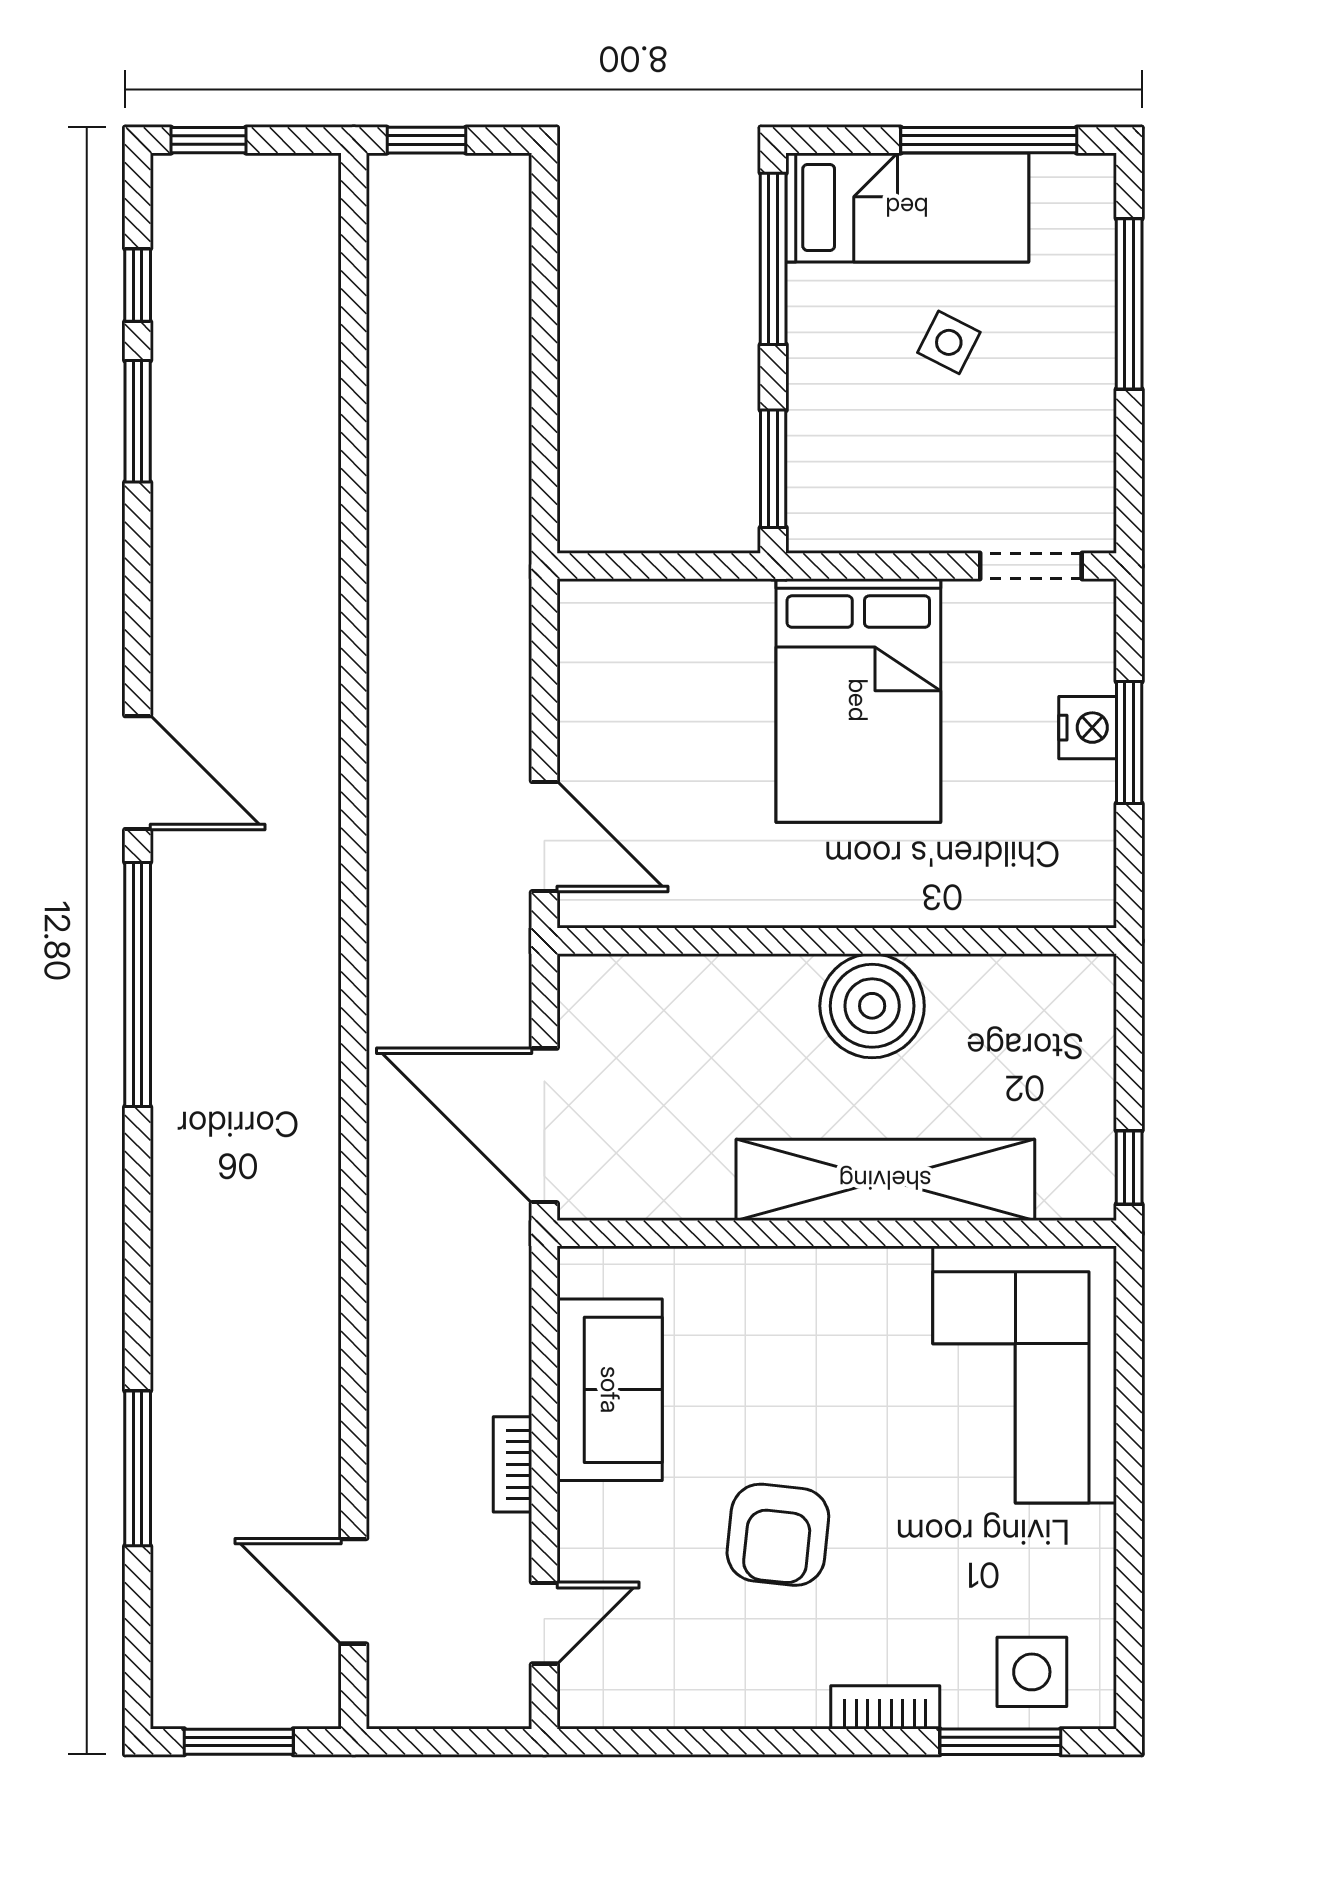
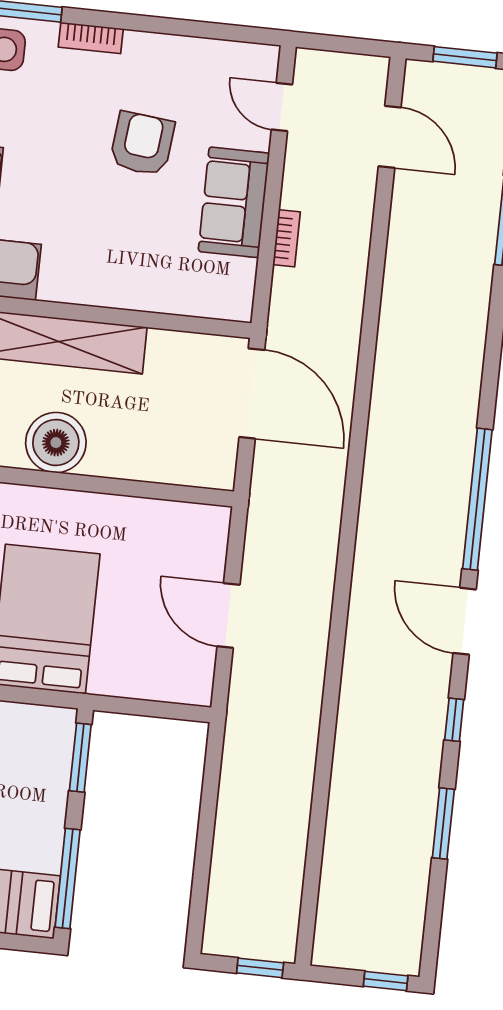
window: (138, 285) -> (454, 720), moved
door: (544, 837) -> (228, 615), moved
sofa: (610, 1390) -> (234, 202), moved
bookcase: (513, 1464) -> (287, 238), moved
door: (544, 1623) -> (282, 107), hinge flipped

